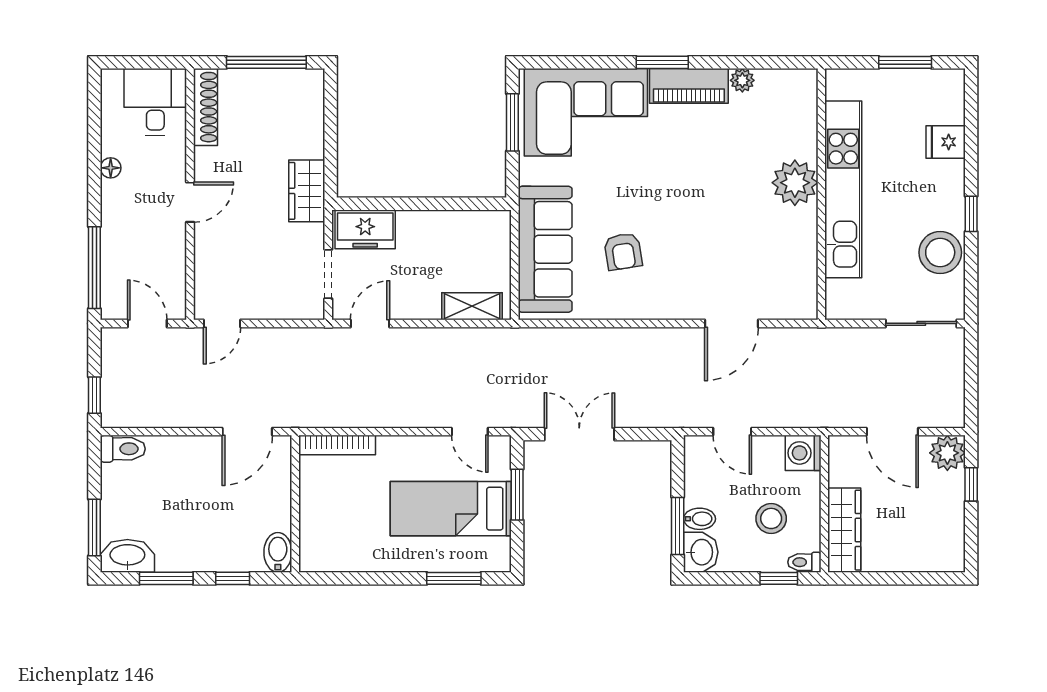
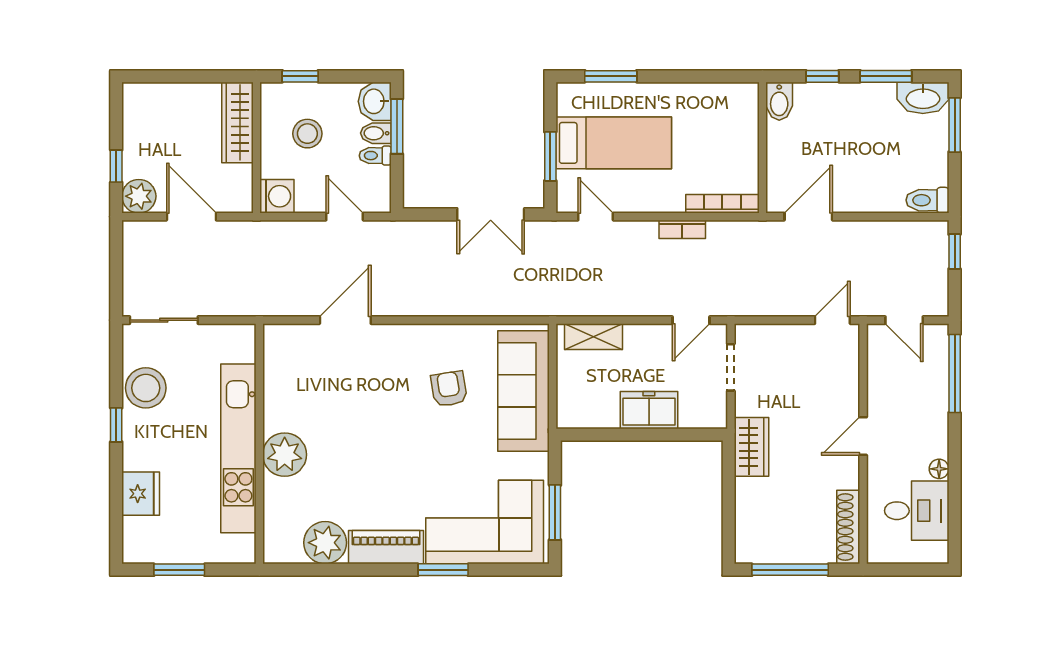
window: (662, 62) -> (443, 570), moved
plant: (742, 80) -> (325, 543), width x1.87, depth x1.87
desk: (155, 102) -> (917, 511), moved, turned -90
fridge: (946, 142) -> (141, 494), width x1.38
freezer: (365, 229) -> (649, 410), moved
bookcase: (379, 418) -> (682, 229), added
toilet: (804, 562) -> (375, 156), moved, turned 180

